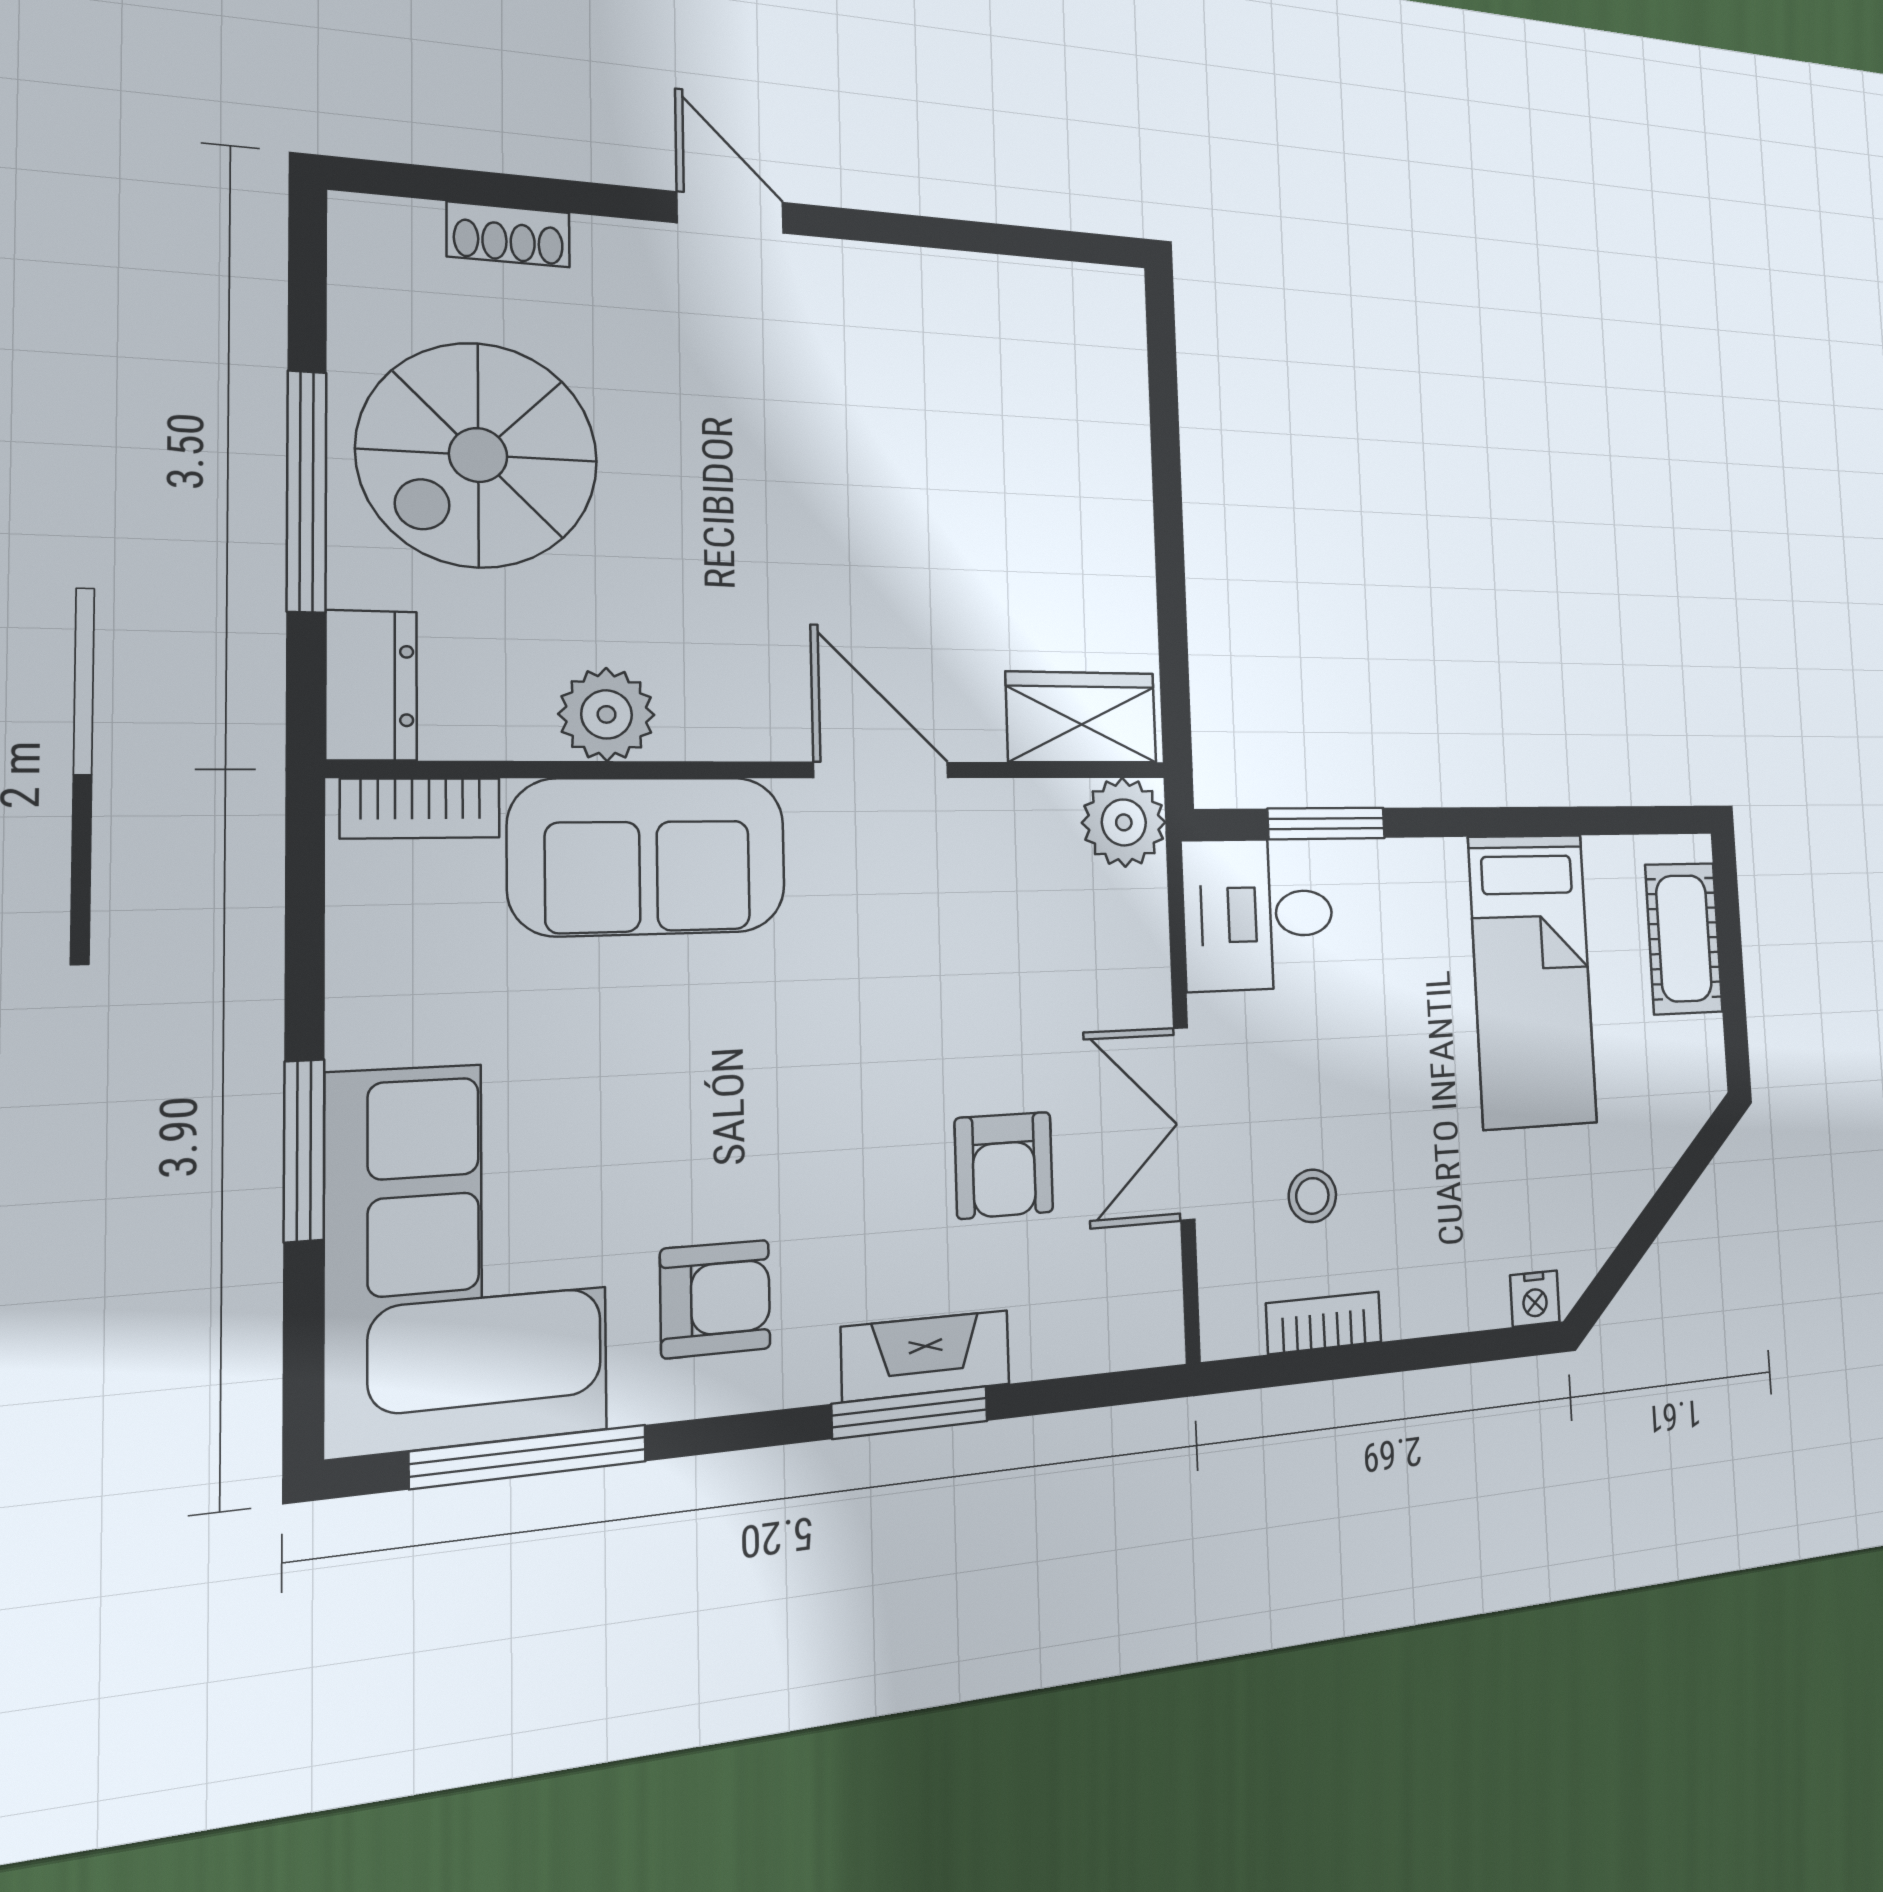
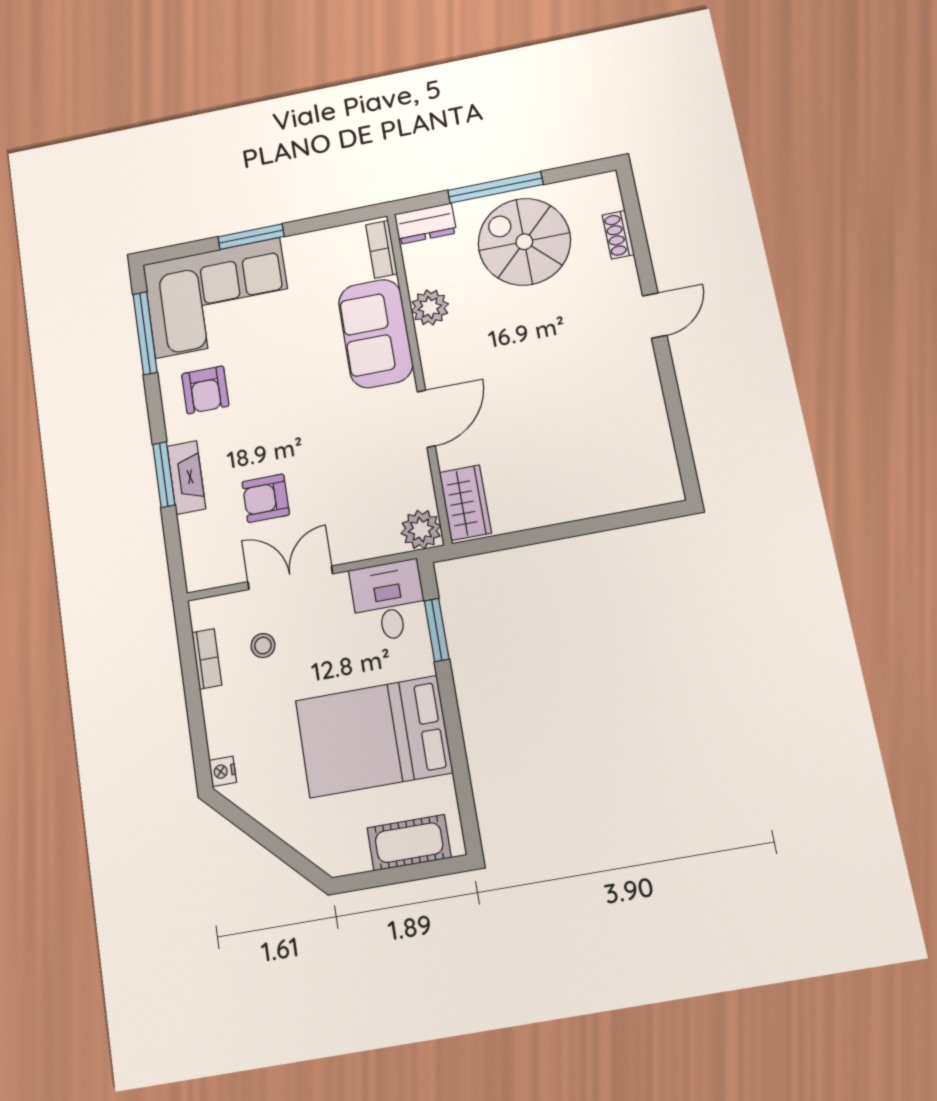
bed: (1533, 980) -> (374, 737), width x1.50

